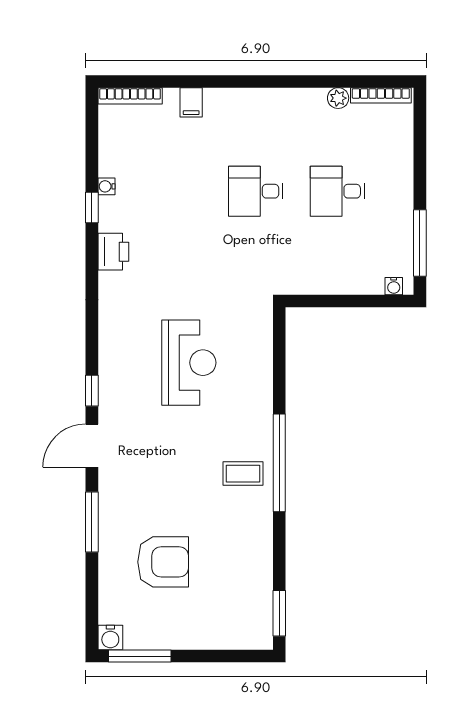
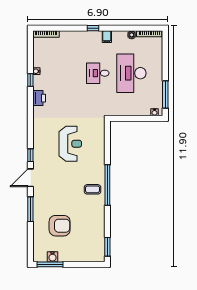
window: (244, 81) -> (93, 28), added
filing cabinet: (191, 102) -> (107, 37), moved
desk: (337, 191) -> (131, 73), width x1.87, depth x1.30
water cooler: (110, 638) -> (53, 257), moved

